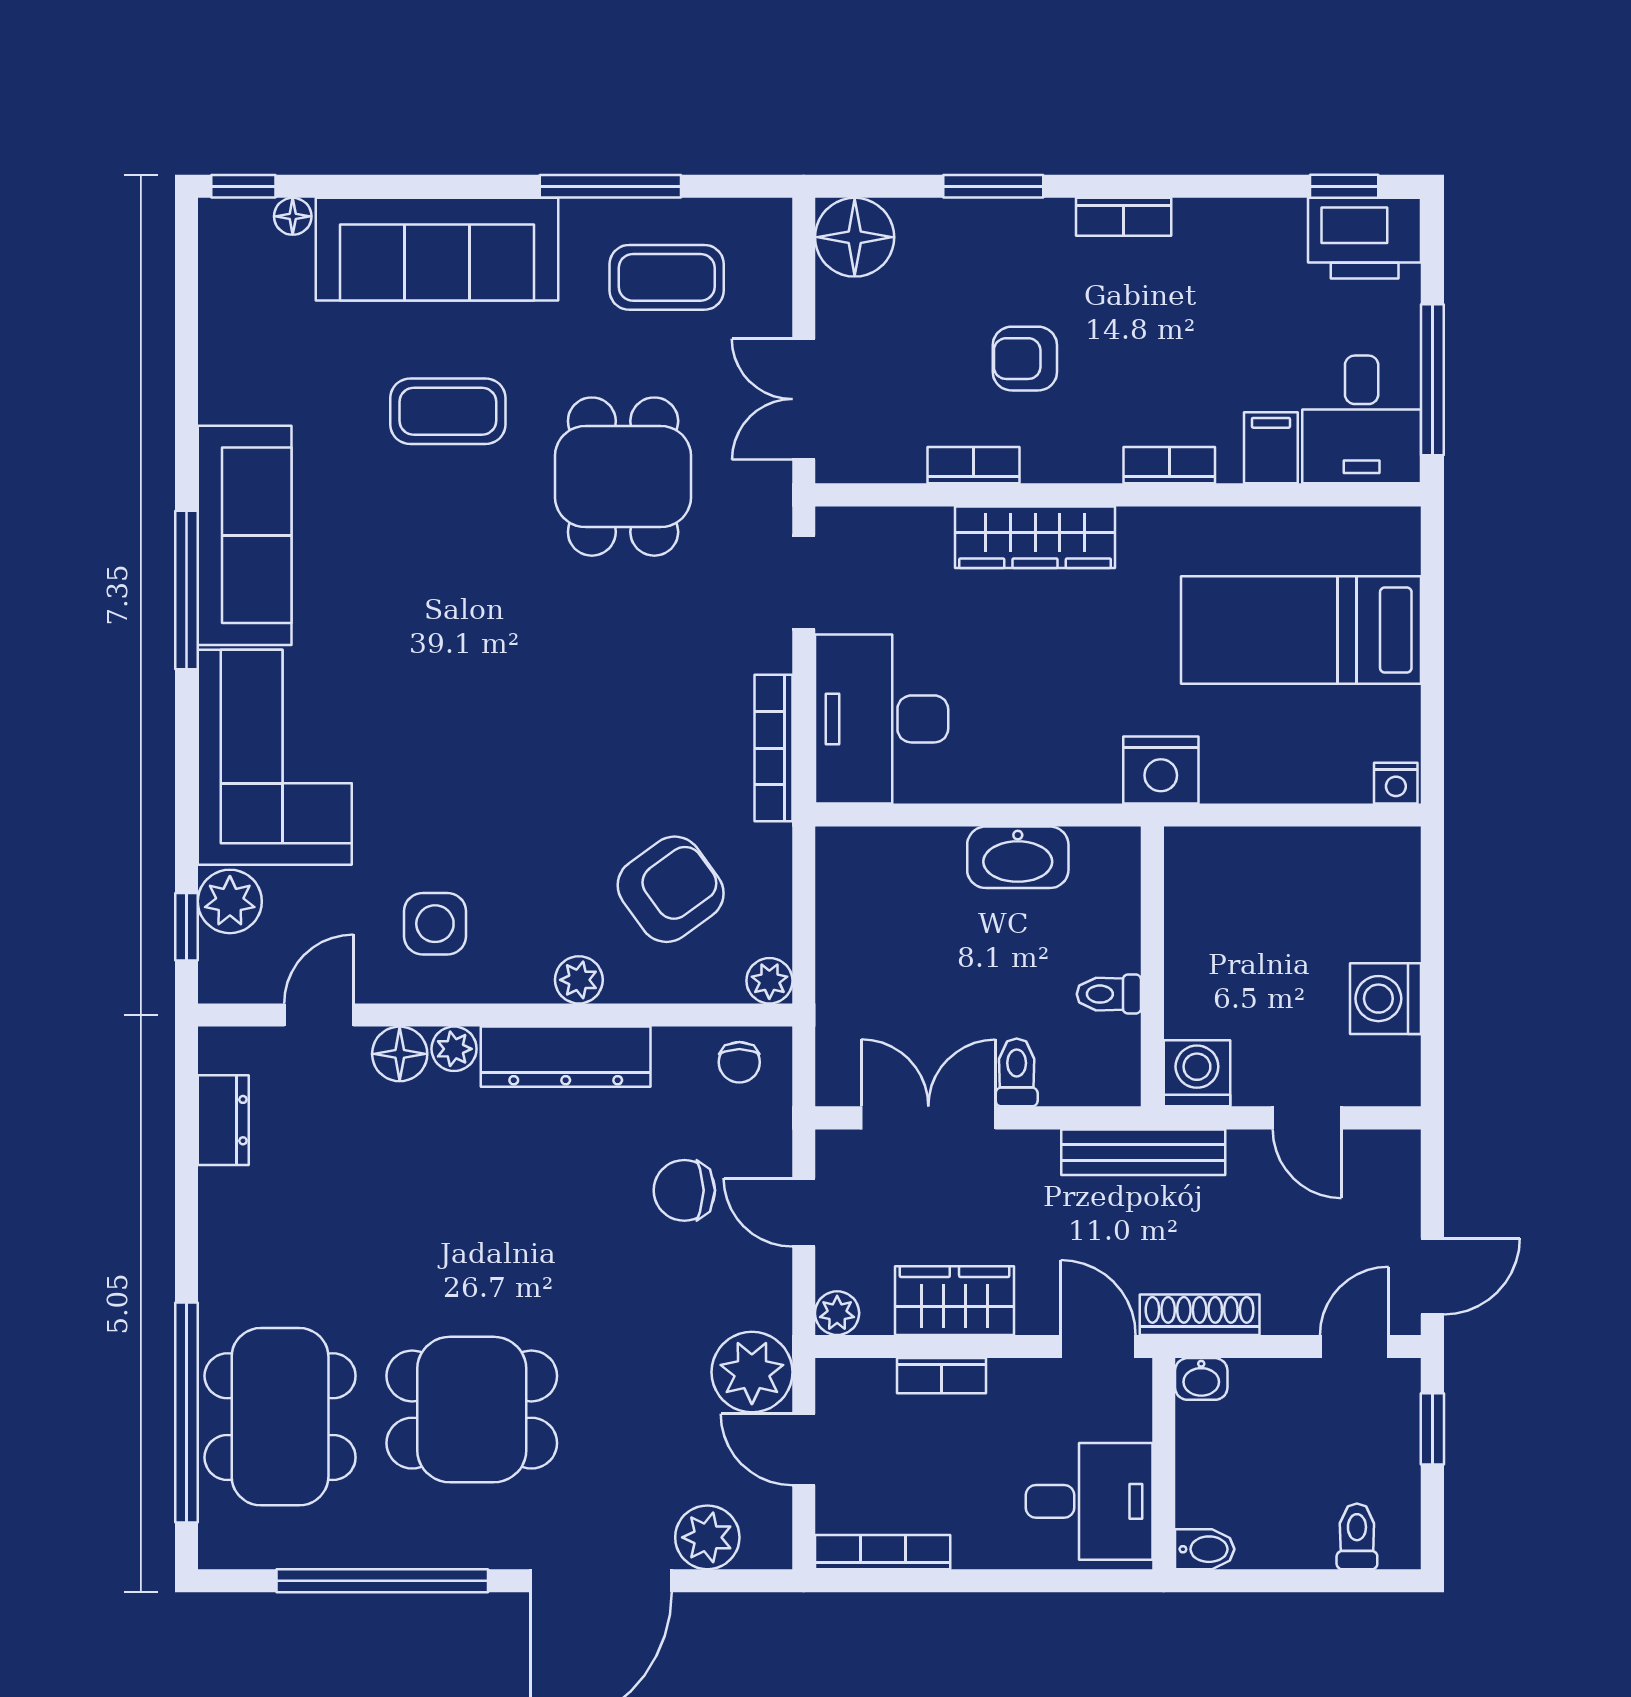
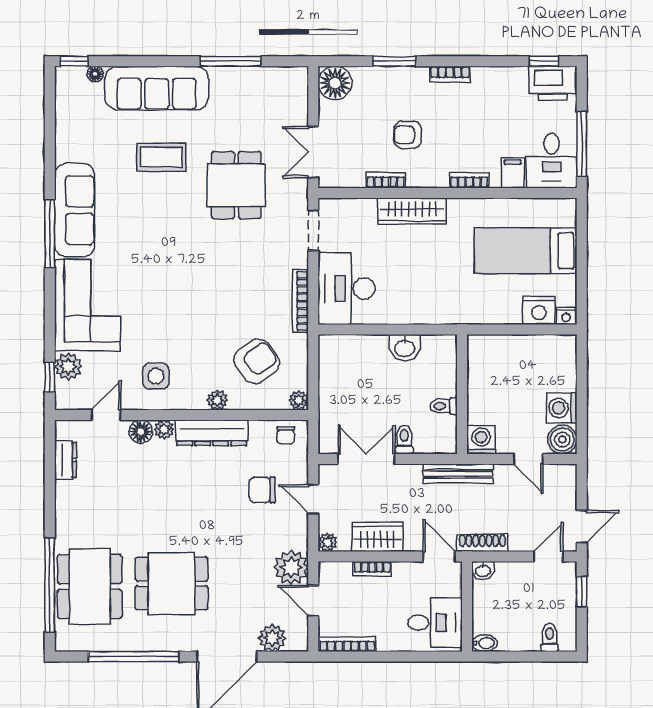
coffee table: (667, 277) -> (255, 100), removed
nightstand: (1161, 770) -> (539, 310), moved
washbasin: (1018, 857) -> (405, 348), width x0.72
boiler: (1387, 1073) -> (562, 440), added

